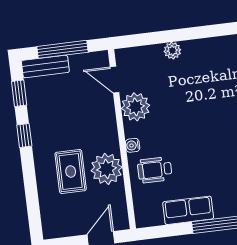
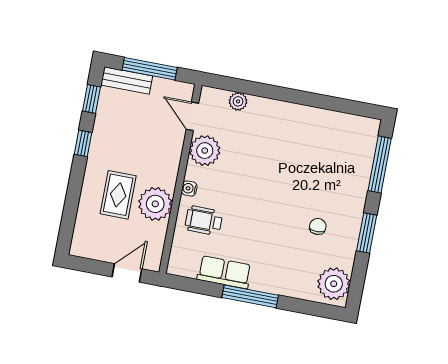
plant: (172, 51) -> (238, 101), moved

